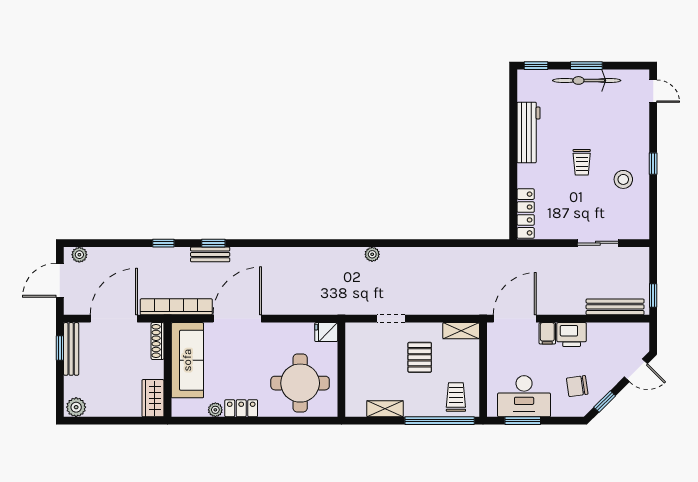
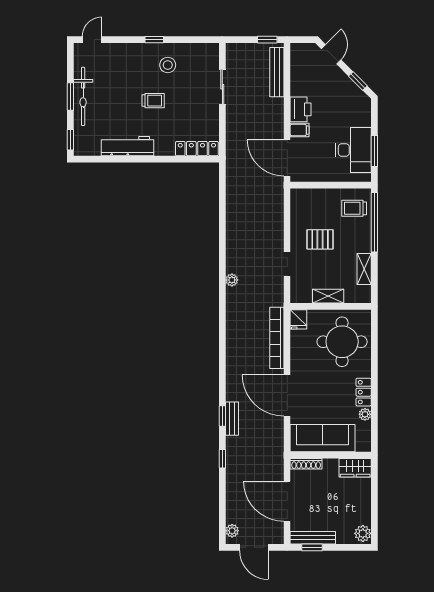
bookcase: (176, 307) -> (277, 338), moved
shelving: (461, 331) -> (328, 296), moved, turned 90
chair: (577, 386) -> (345, 104), removed

